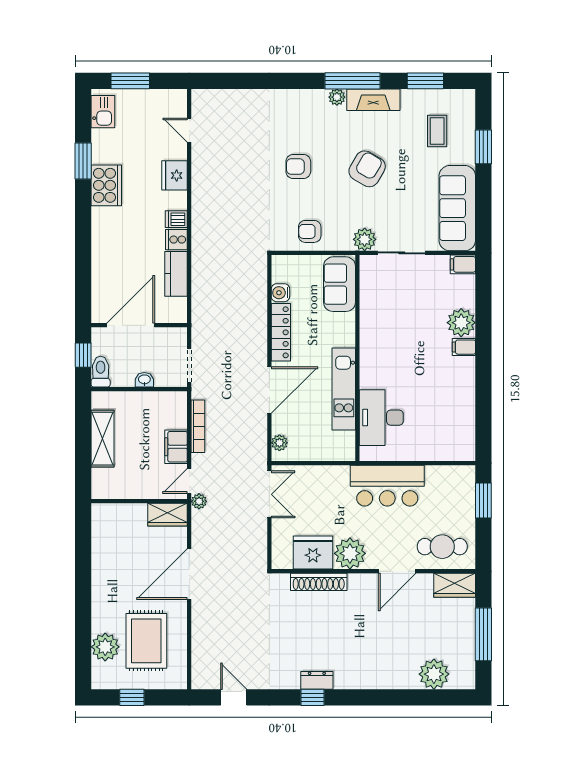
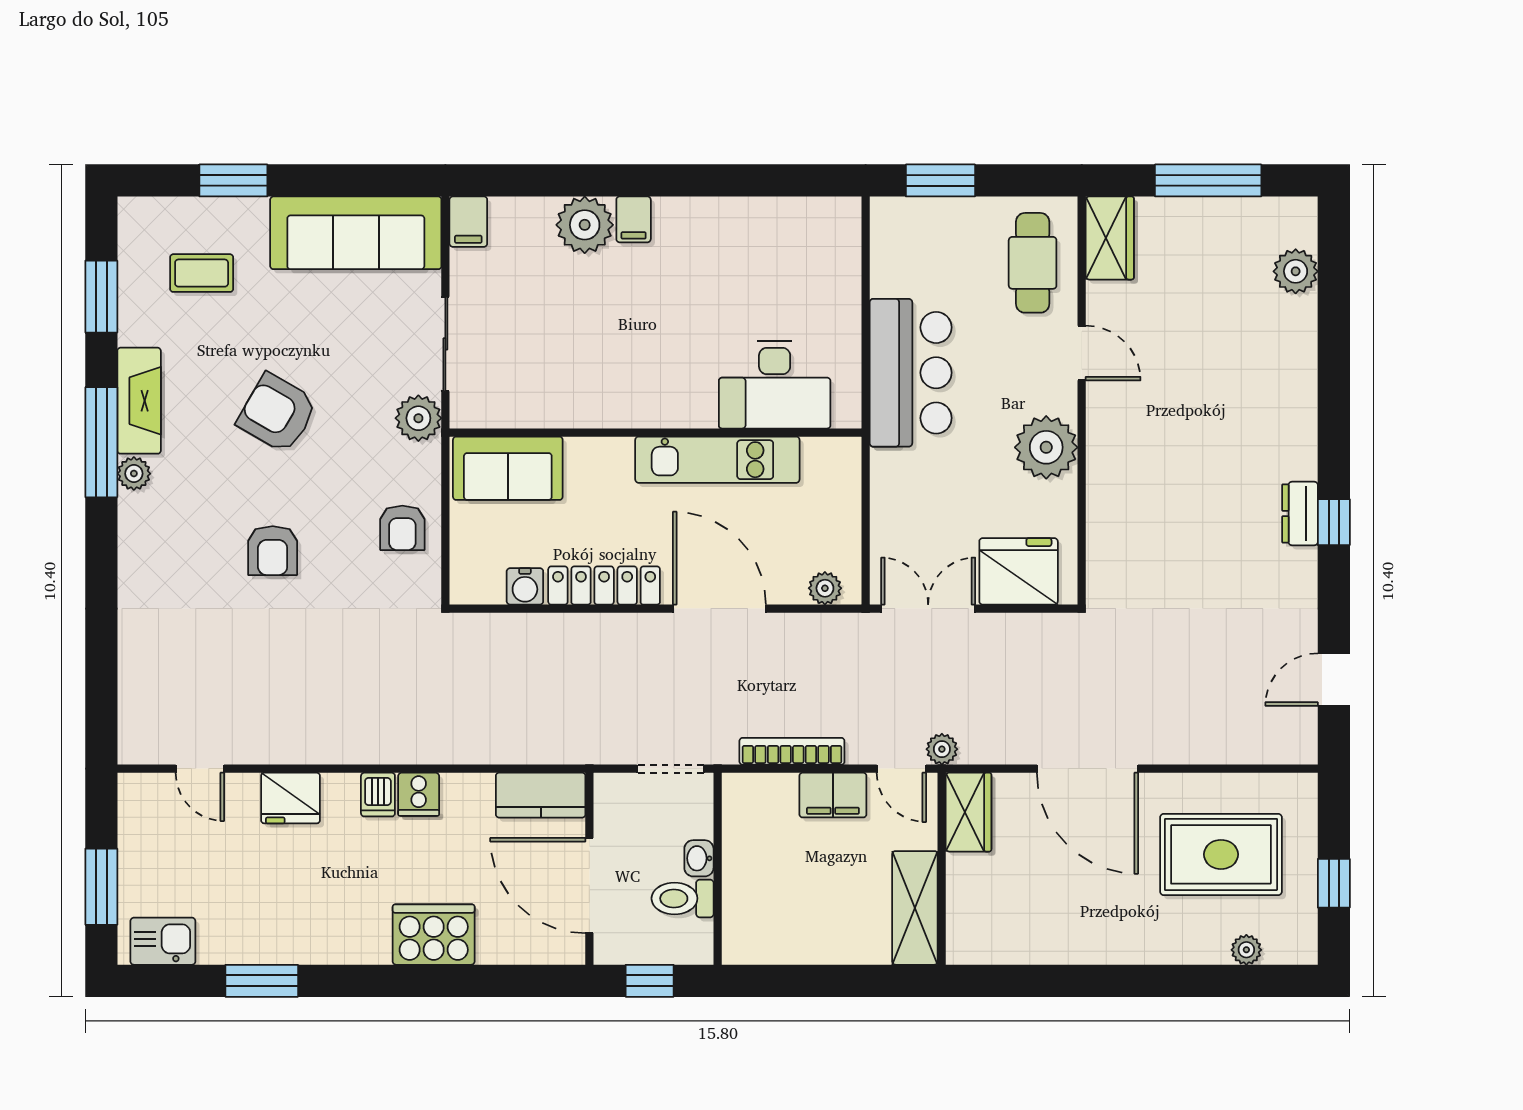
door: (189, 130) -> (200, 769), hinge flipped
cooker: (106, 185) -> (434, 935), moved
kitchen counter: (176, 274) -> (541, 795), moved
toilet: (101, 372) -> (683, 898), moved
shelving: (103, 439) -> (915, 908), moved, turned 90
fridge: (313, 553) -> (1019, 571), moved, turned 90
door: (397, 571) -> (1082, 353), width x0.73
shoe rack: (319, 582) -> (1103, 510), removed
plant: (105, 647) -> (1246, 950), width x0.53, depth x0.53
plant: (434, 674) -> (1296, 271), width x0.73, depth x0.73

